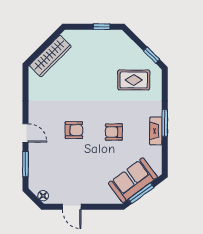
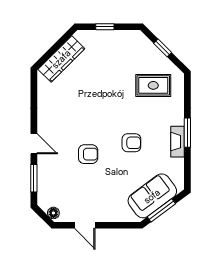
window: (102, 27) -> (105, 27), moved
window: (151, 55) -> (163, 48), moved
armchair: (74, 130) -> (88, 154), moved
armchair: (114, 132) -> (131, 143), turned 180

